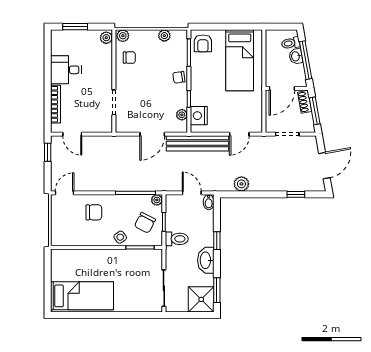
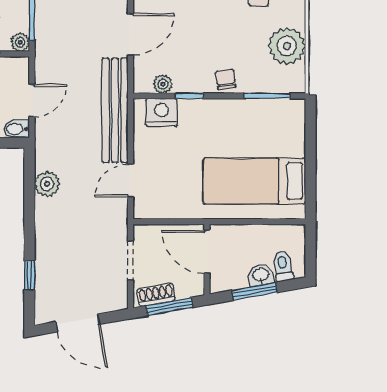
plant: (164, 36) -> (287, 46), width x1.88, depth x1.88
armchair: (203, 43) -> (282, 119), removed
window: (306, 60) -> (255, 291), width x0.69
shoe rack: (305, 102) -> (156, 295), moved
door: (152, 134) -> (130, 35), swing flipped
door: (239, 134) -> (130, 180), hinge flipped

